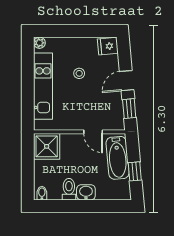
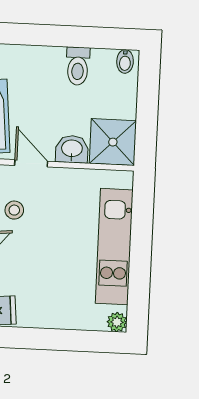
stool: (79, 73) -> (14, 210), moved
washbasin: (86, 192) -> (72, 149), moved, turned 180

